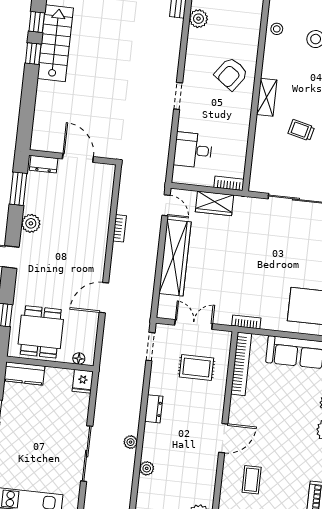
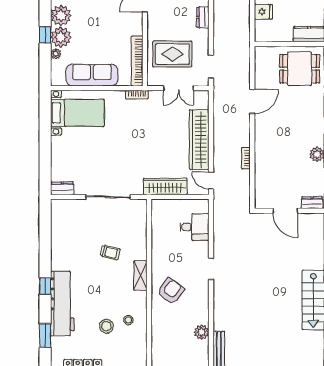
stool: (277, 29) -> (128, 320), moved
bookcase: (229, 183) -> (163, 204), removed
wardrobe: (215, 203) -> (165, 186), width x1.50
dining table: (41, 332) -> (300, 69), turned 90
floor lamp: (79, 359) -> (267, 51), removed
rug: (197, 368) -> (172, 54), width x1.36, depth x1.43
fridge: (83, 381) -> (263, 12), moved, turned 90

